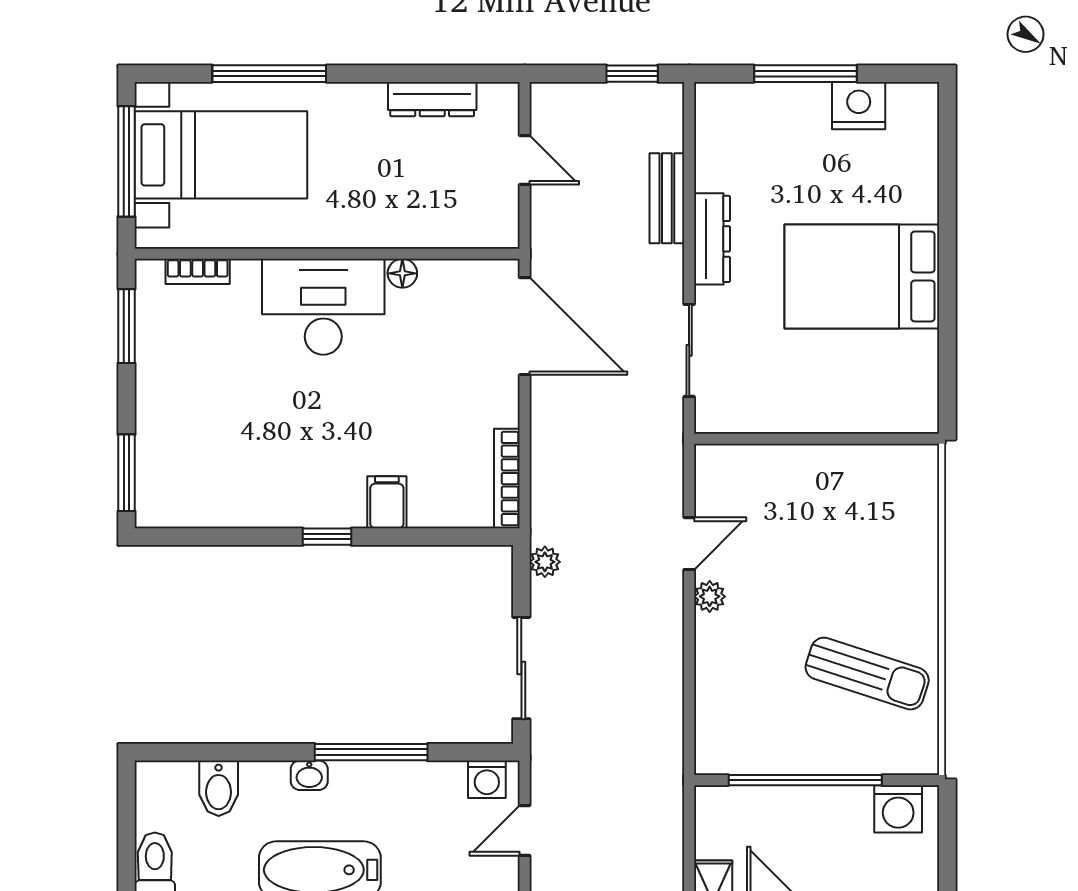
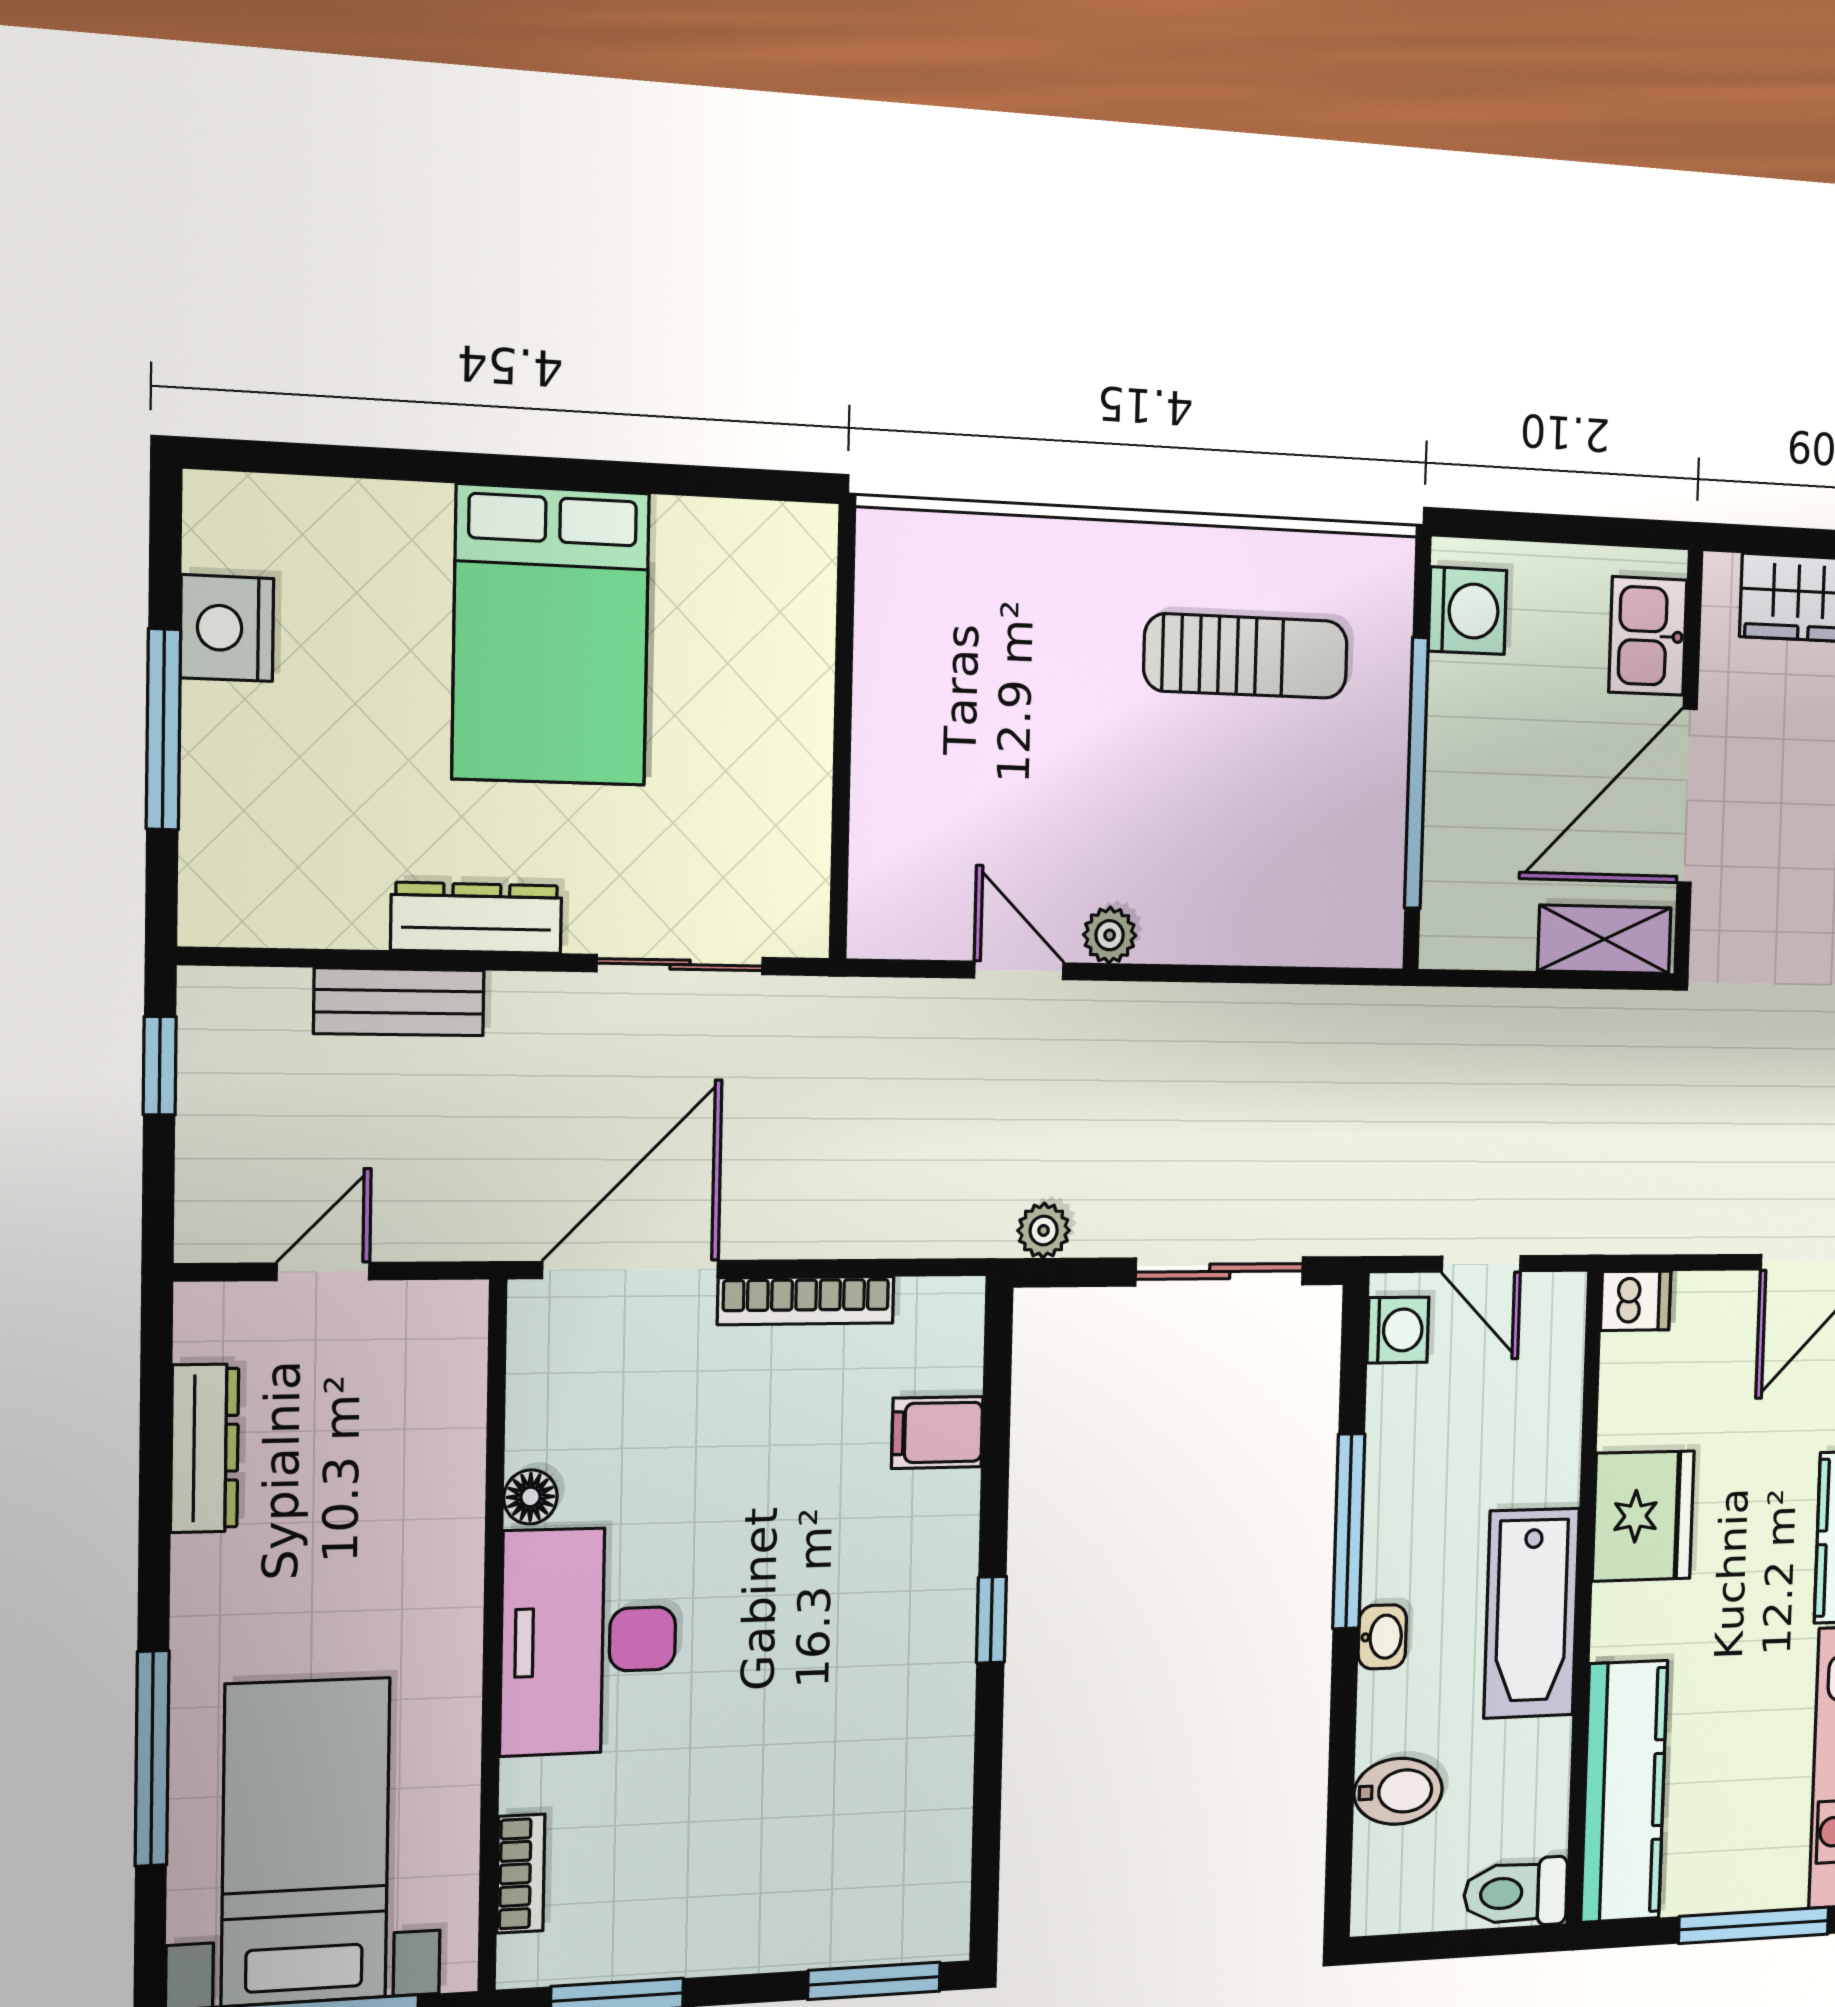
bookcase: (507, 479) -> (806, 1301), moved
filing cabinet: (387, 502) -> (937, 1432), moved
sun lounger: (867, 674) -> (1246, 656), turned 72

